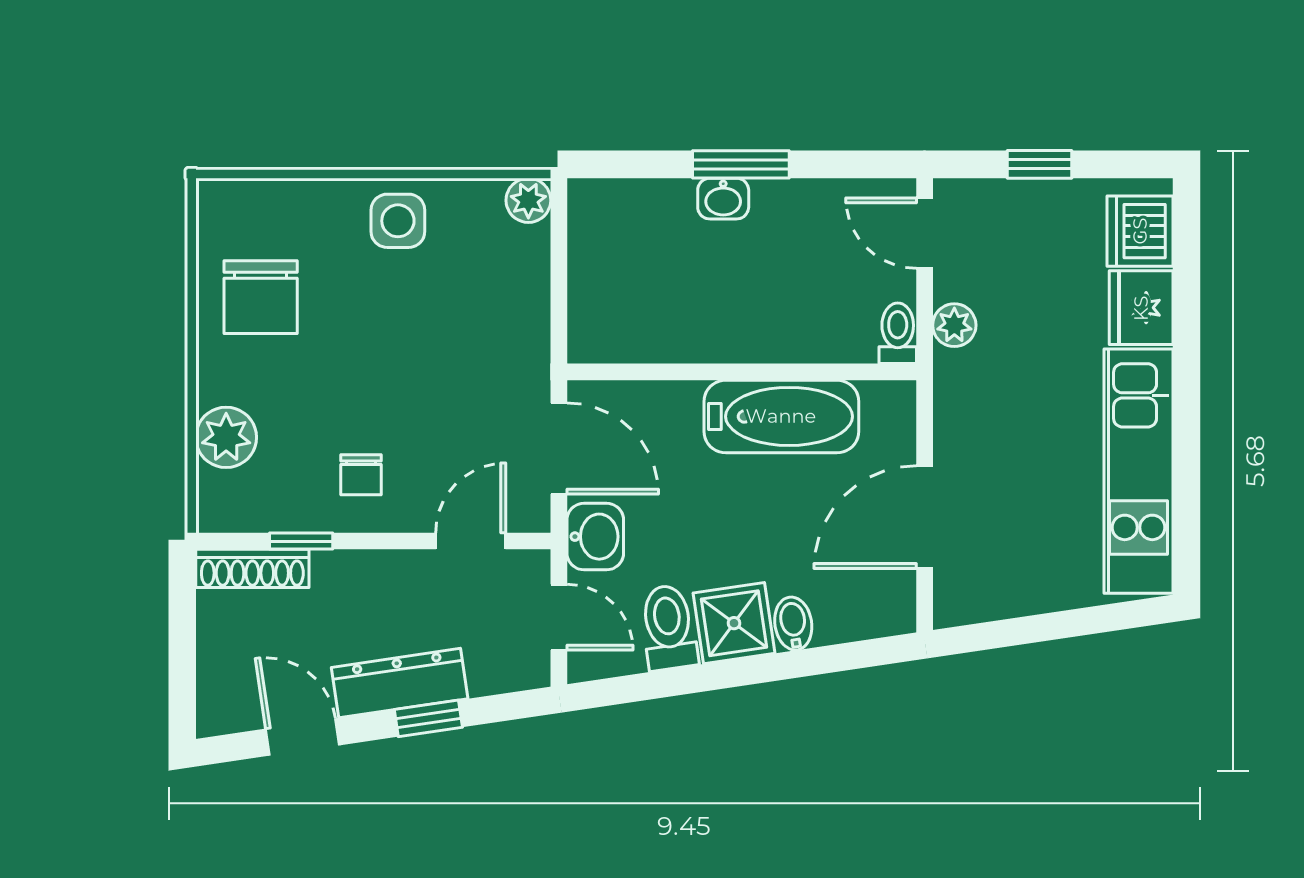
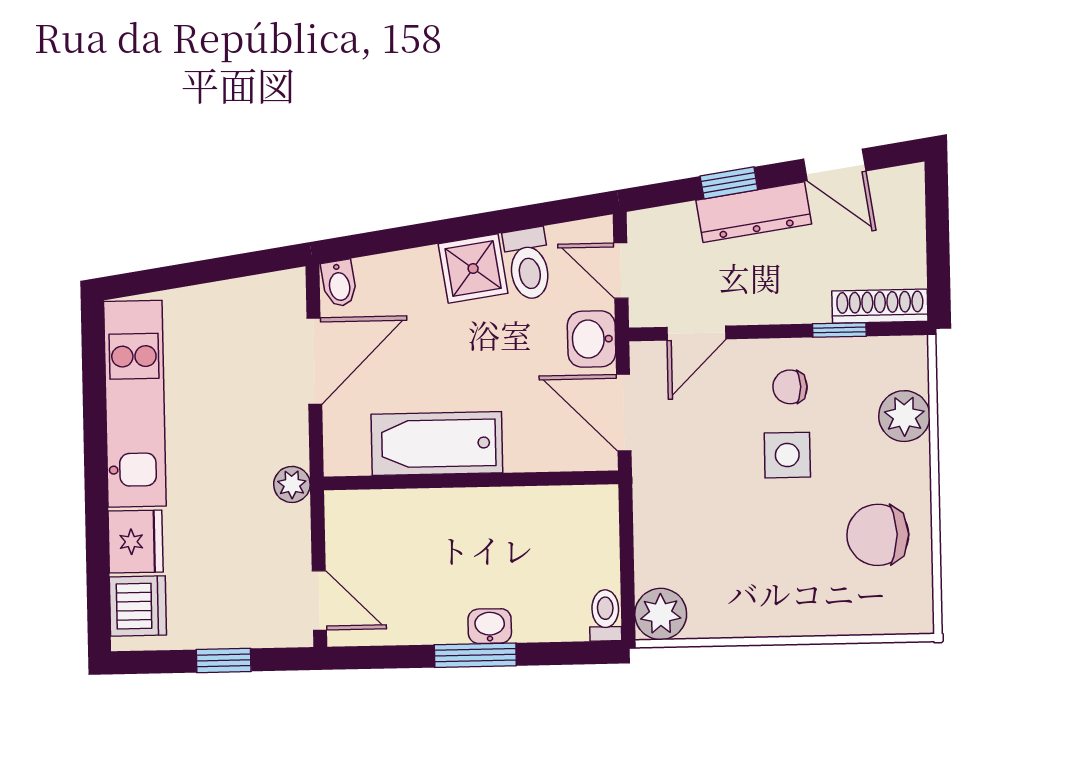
plant: (528, 200) -> (661, 614), width x1.38, depth x1.38
side table: (398, 221) -> (787, 455), moved
chair: (261, 297) -> (878, 535), turned -90
plant: (954, 325) -> (292, 484), moved
toilet: (898, 333) -> (605, 615), moved, turned 180
chair: (361, 475) -> (790, 387), turned -90
bidet: (793, 624) -> (339, 283), moved

